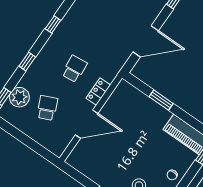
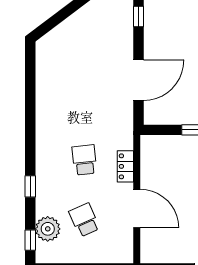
window: (53, 24) -> (30, 129), removed
door: (87, 124) -> (137, 208), hinge flipped

